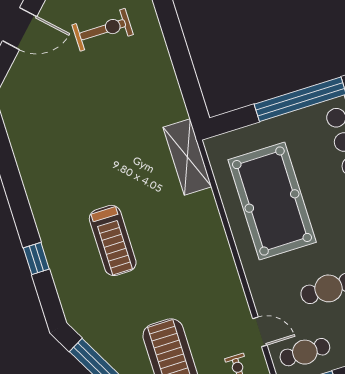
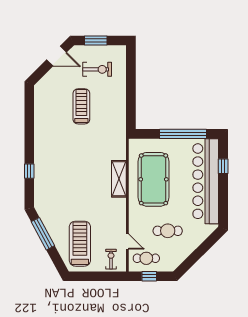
shelving: (187, 157) -> (119, 179), moved
treadmill: (113, 240) -> (81, 106), moved, turned 180

